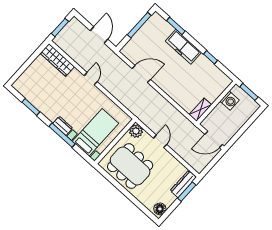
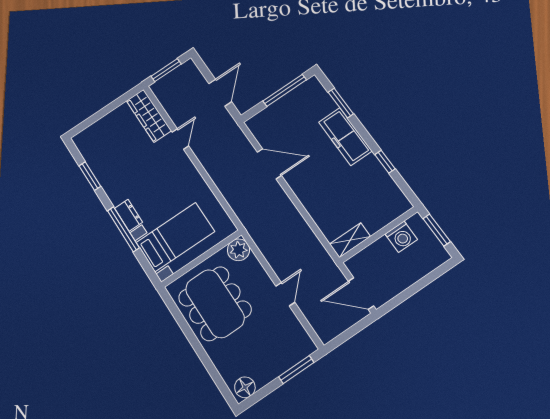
door: (91, 79) -> (180, 139), moved
door: (160, 141) -> (285, 294), moved
dresser: (183, 184) -> (294, 355), removed

